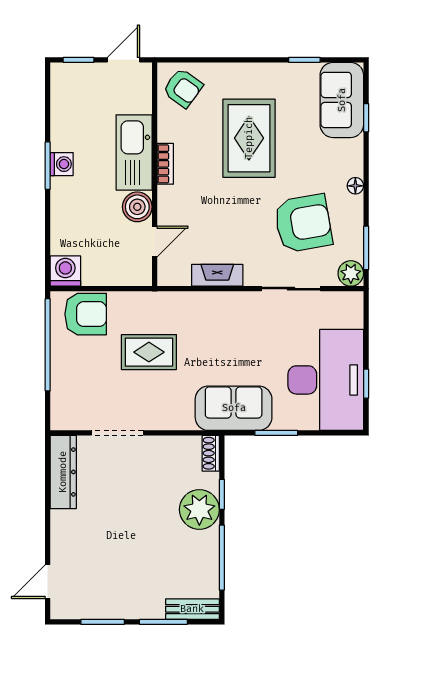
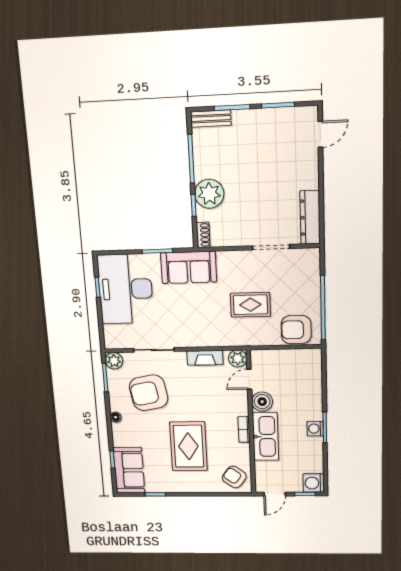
washing machine: (65, 271) -> (314, 483), moved, turned 90
plant: (170, 273) -> (238, 358), added

